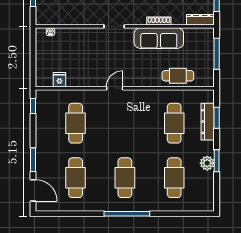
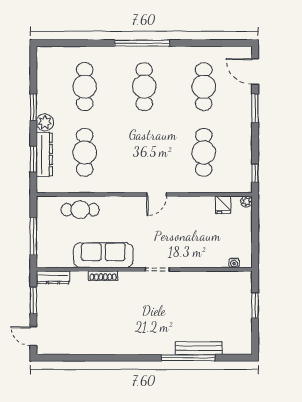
plant: (40, 83) -> (246, 202), added
plant: (207, 163) -> (45, 122), moved

